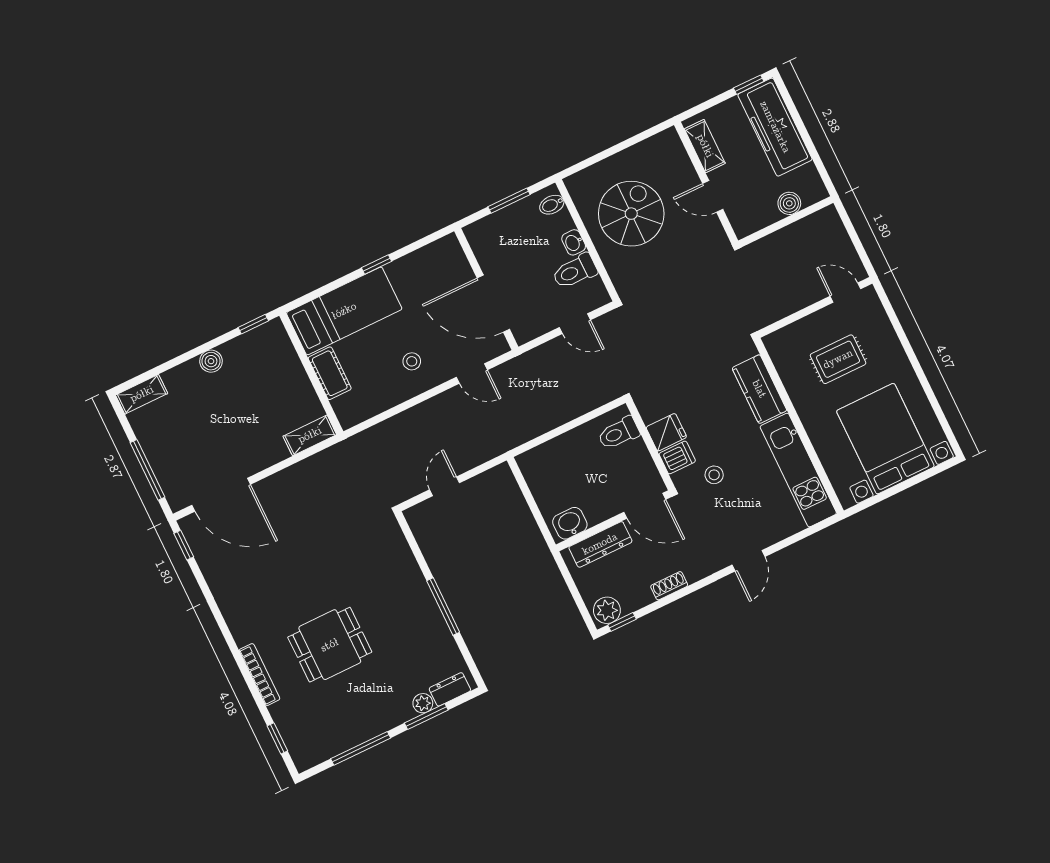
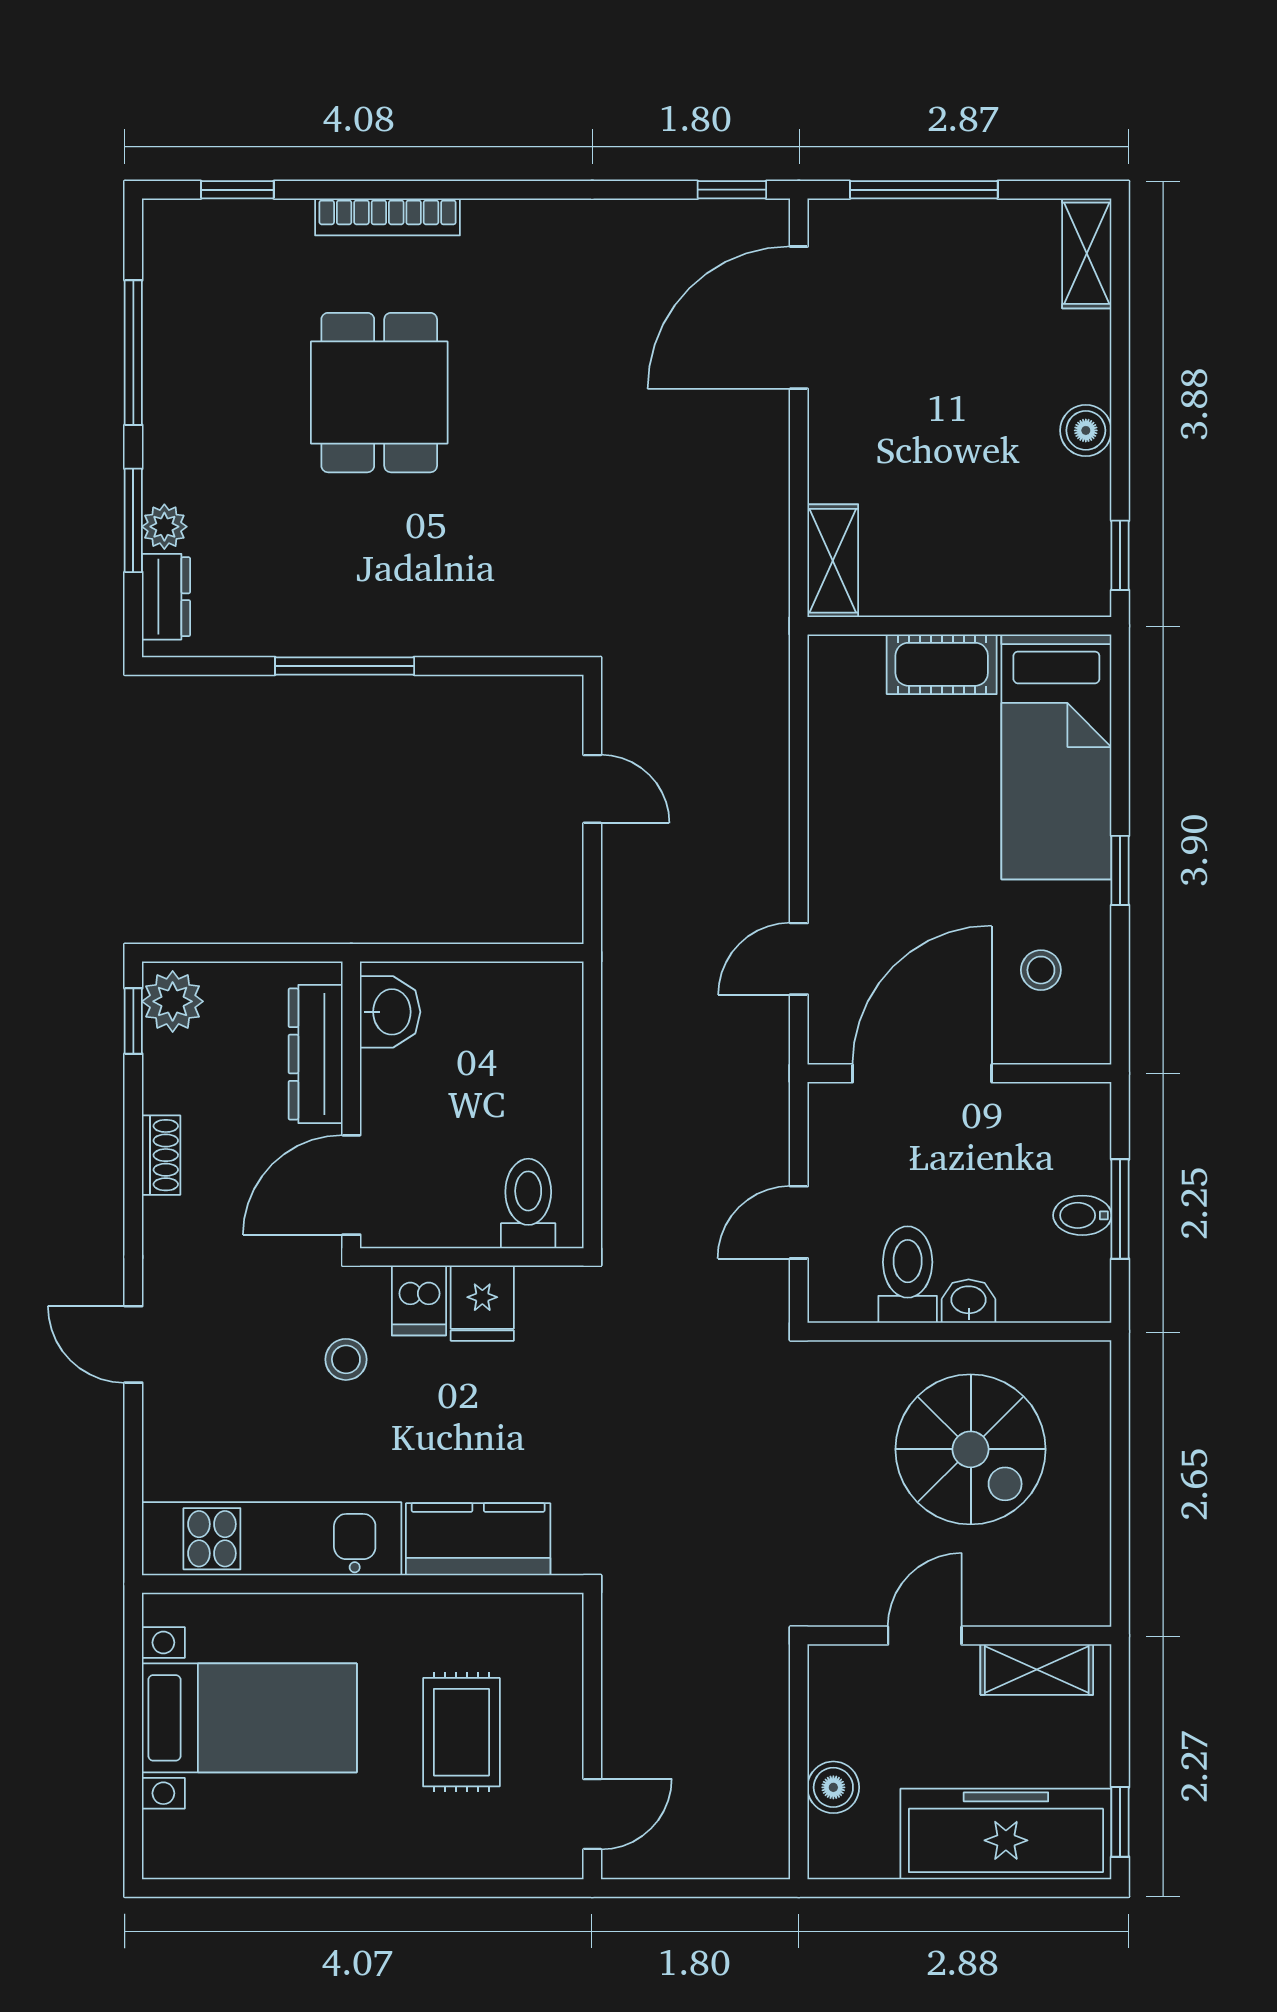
bidet: (552, 205) -> (1082, 1215), moved, turned -90
stool: (412, 361) -> (1041, 970), moved
bed with nightstands: (885, 439) -> (249, 1718), width x0.73

